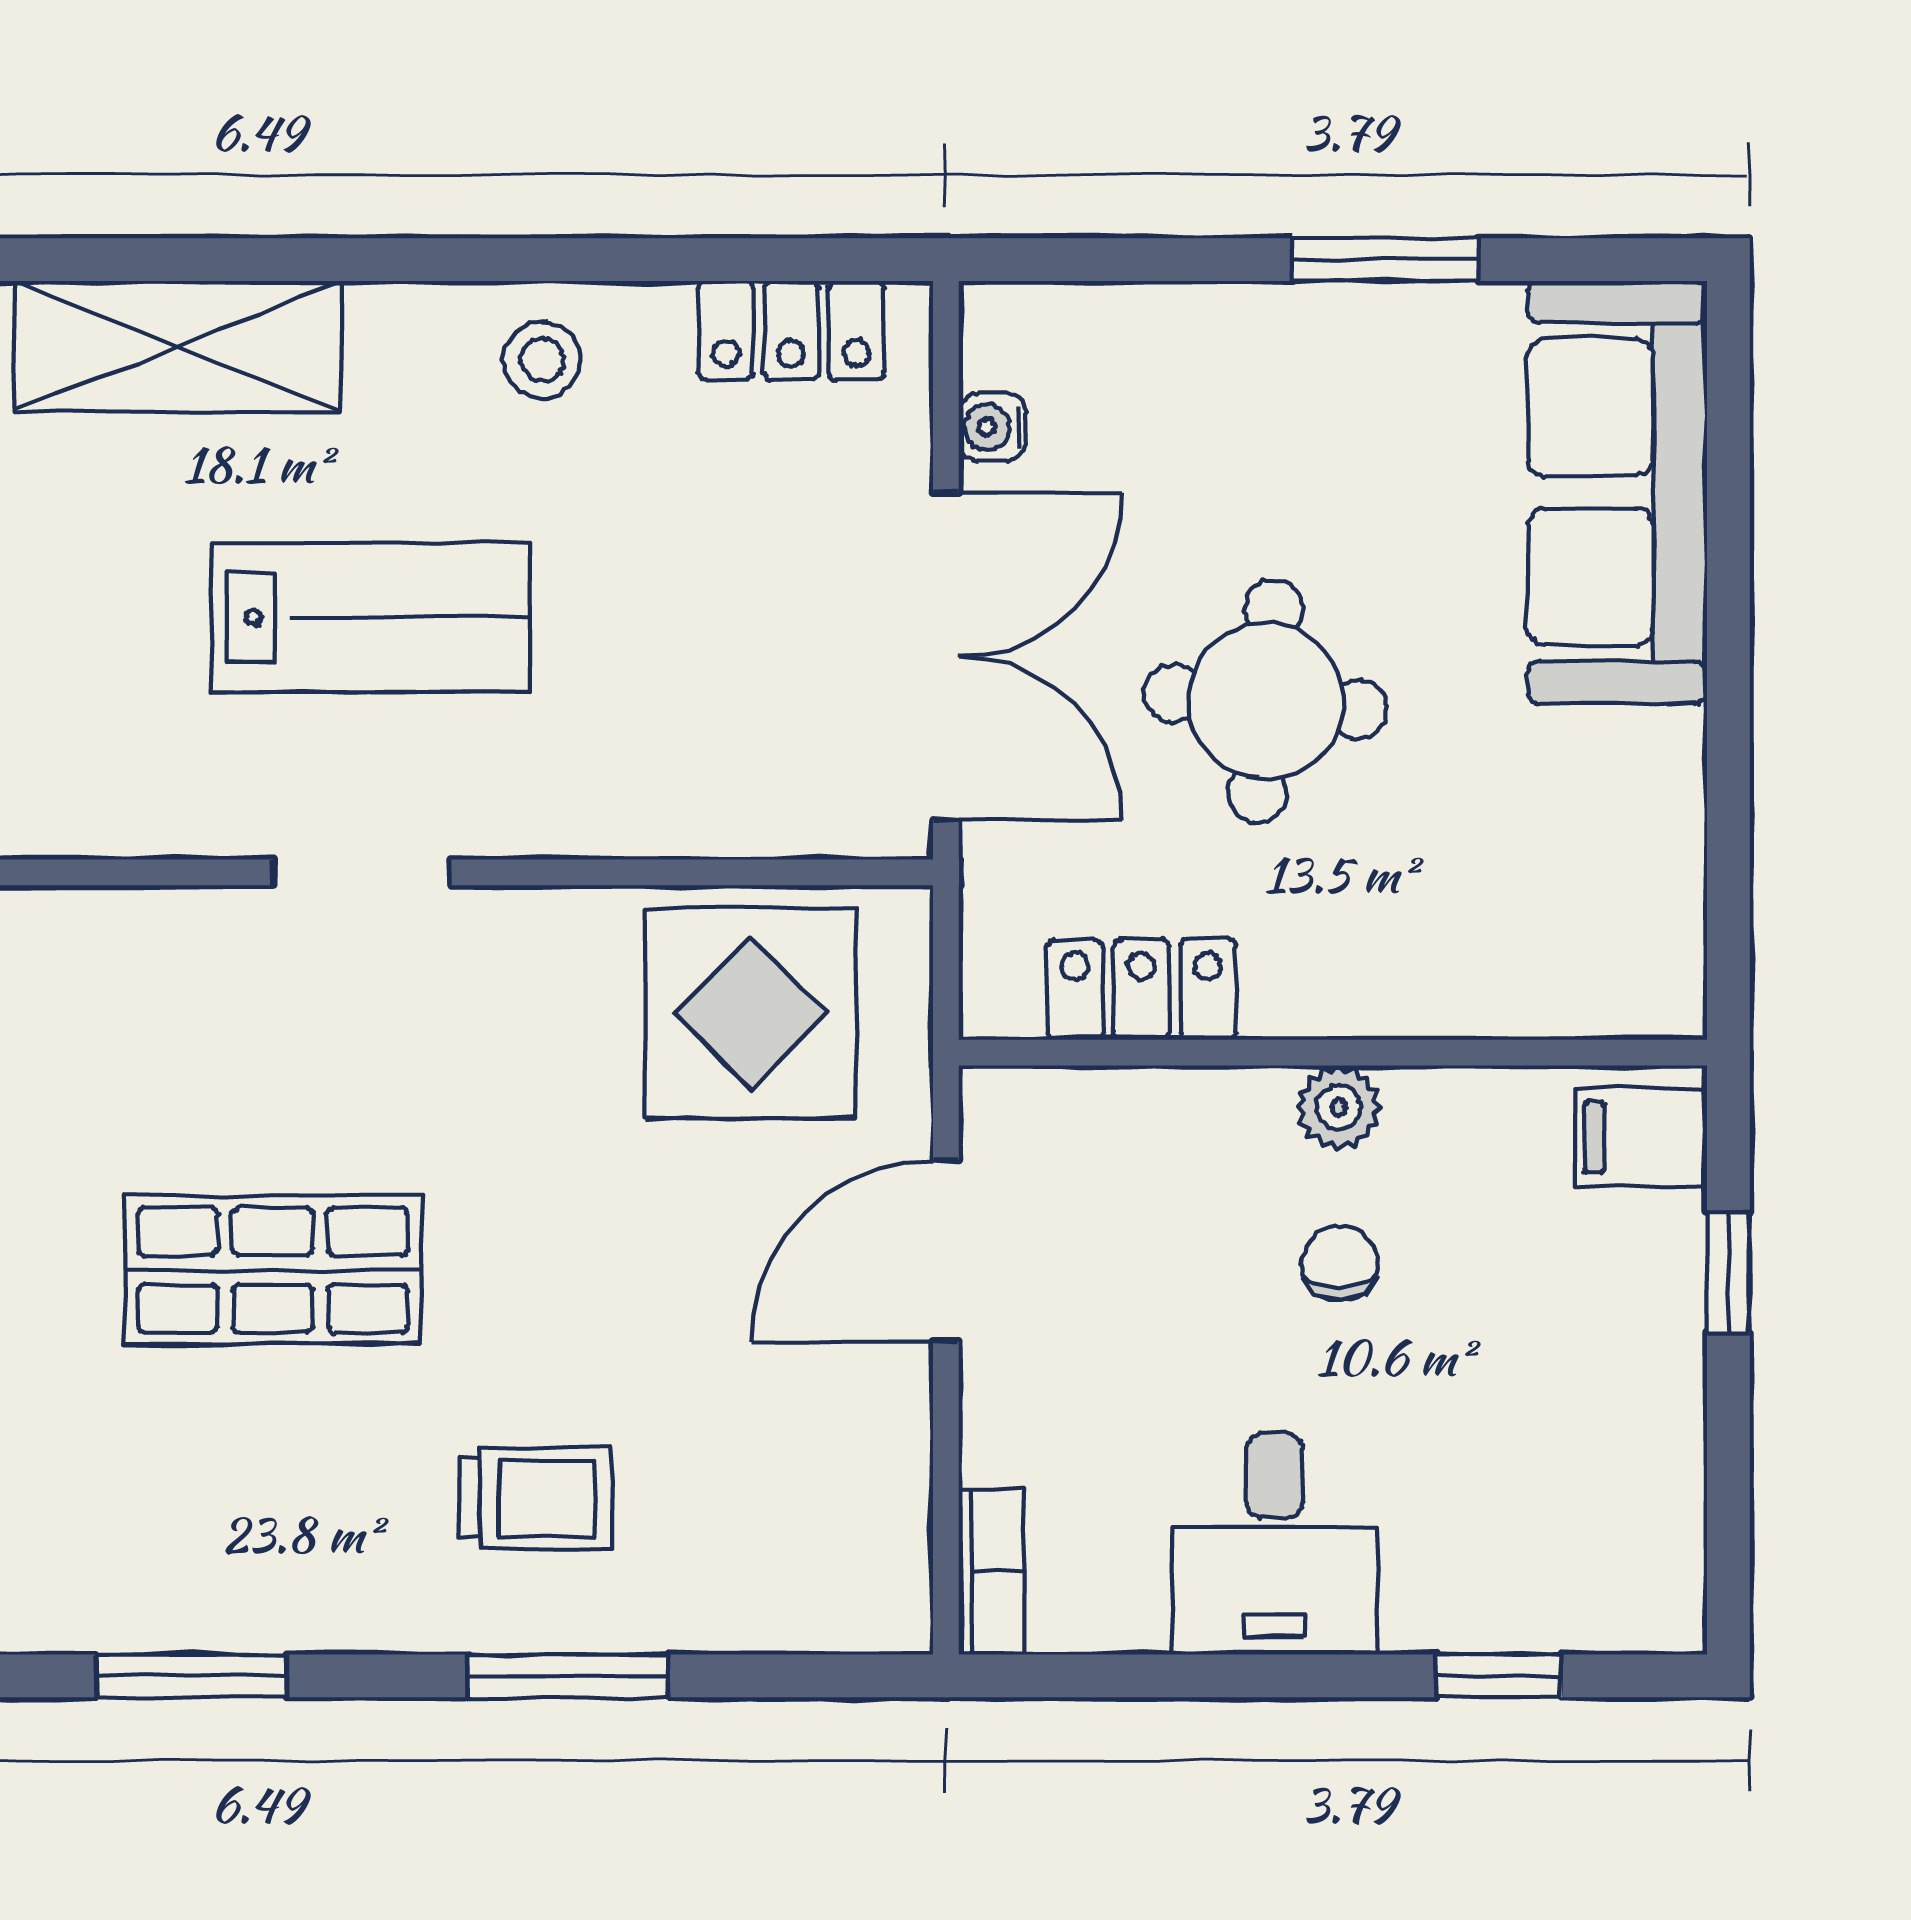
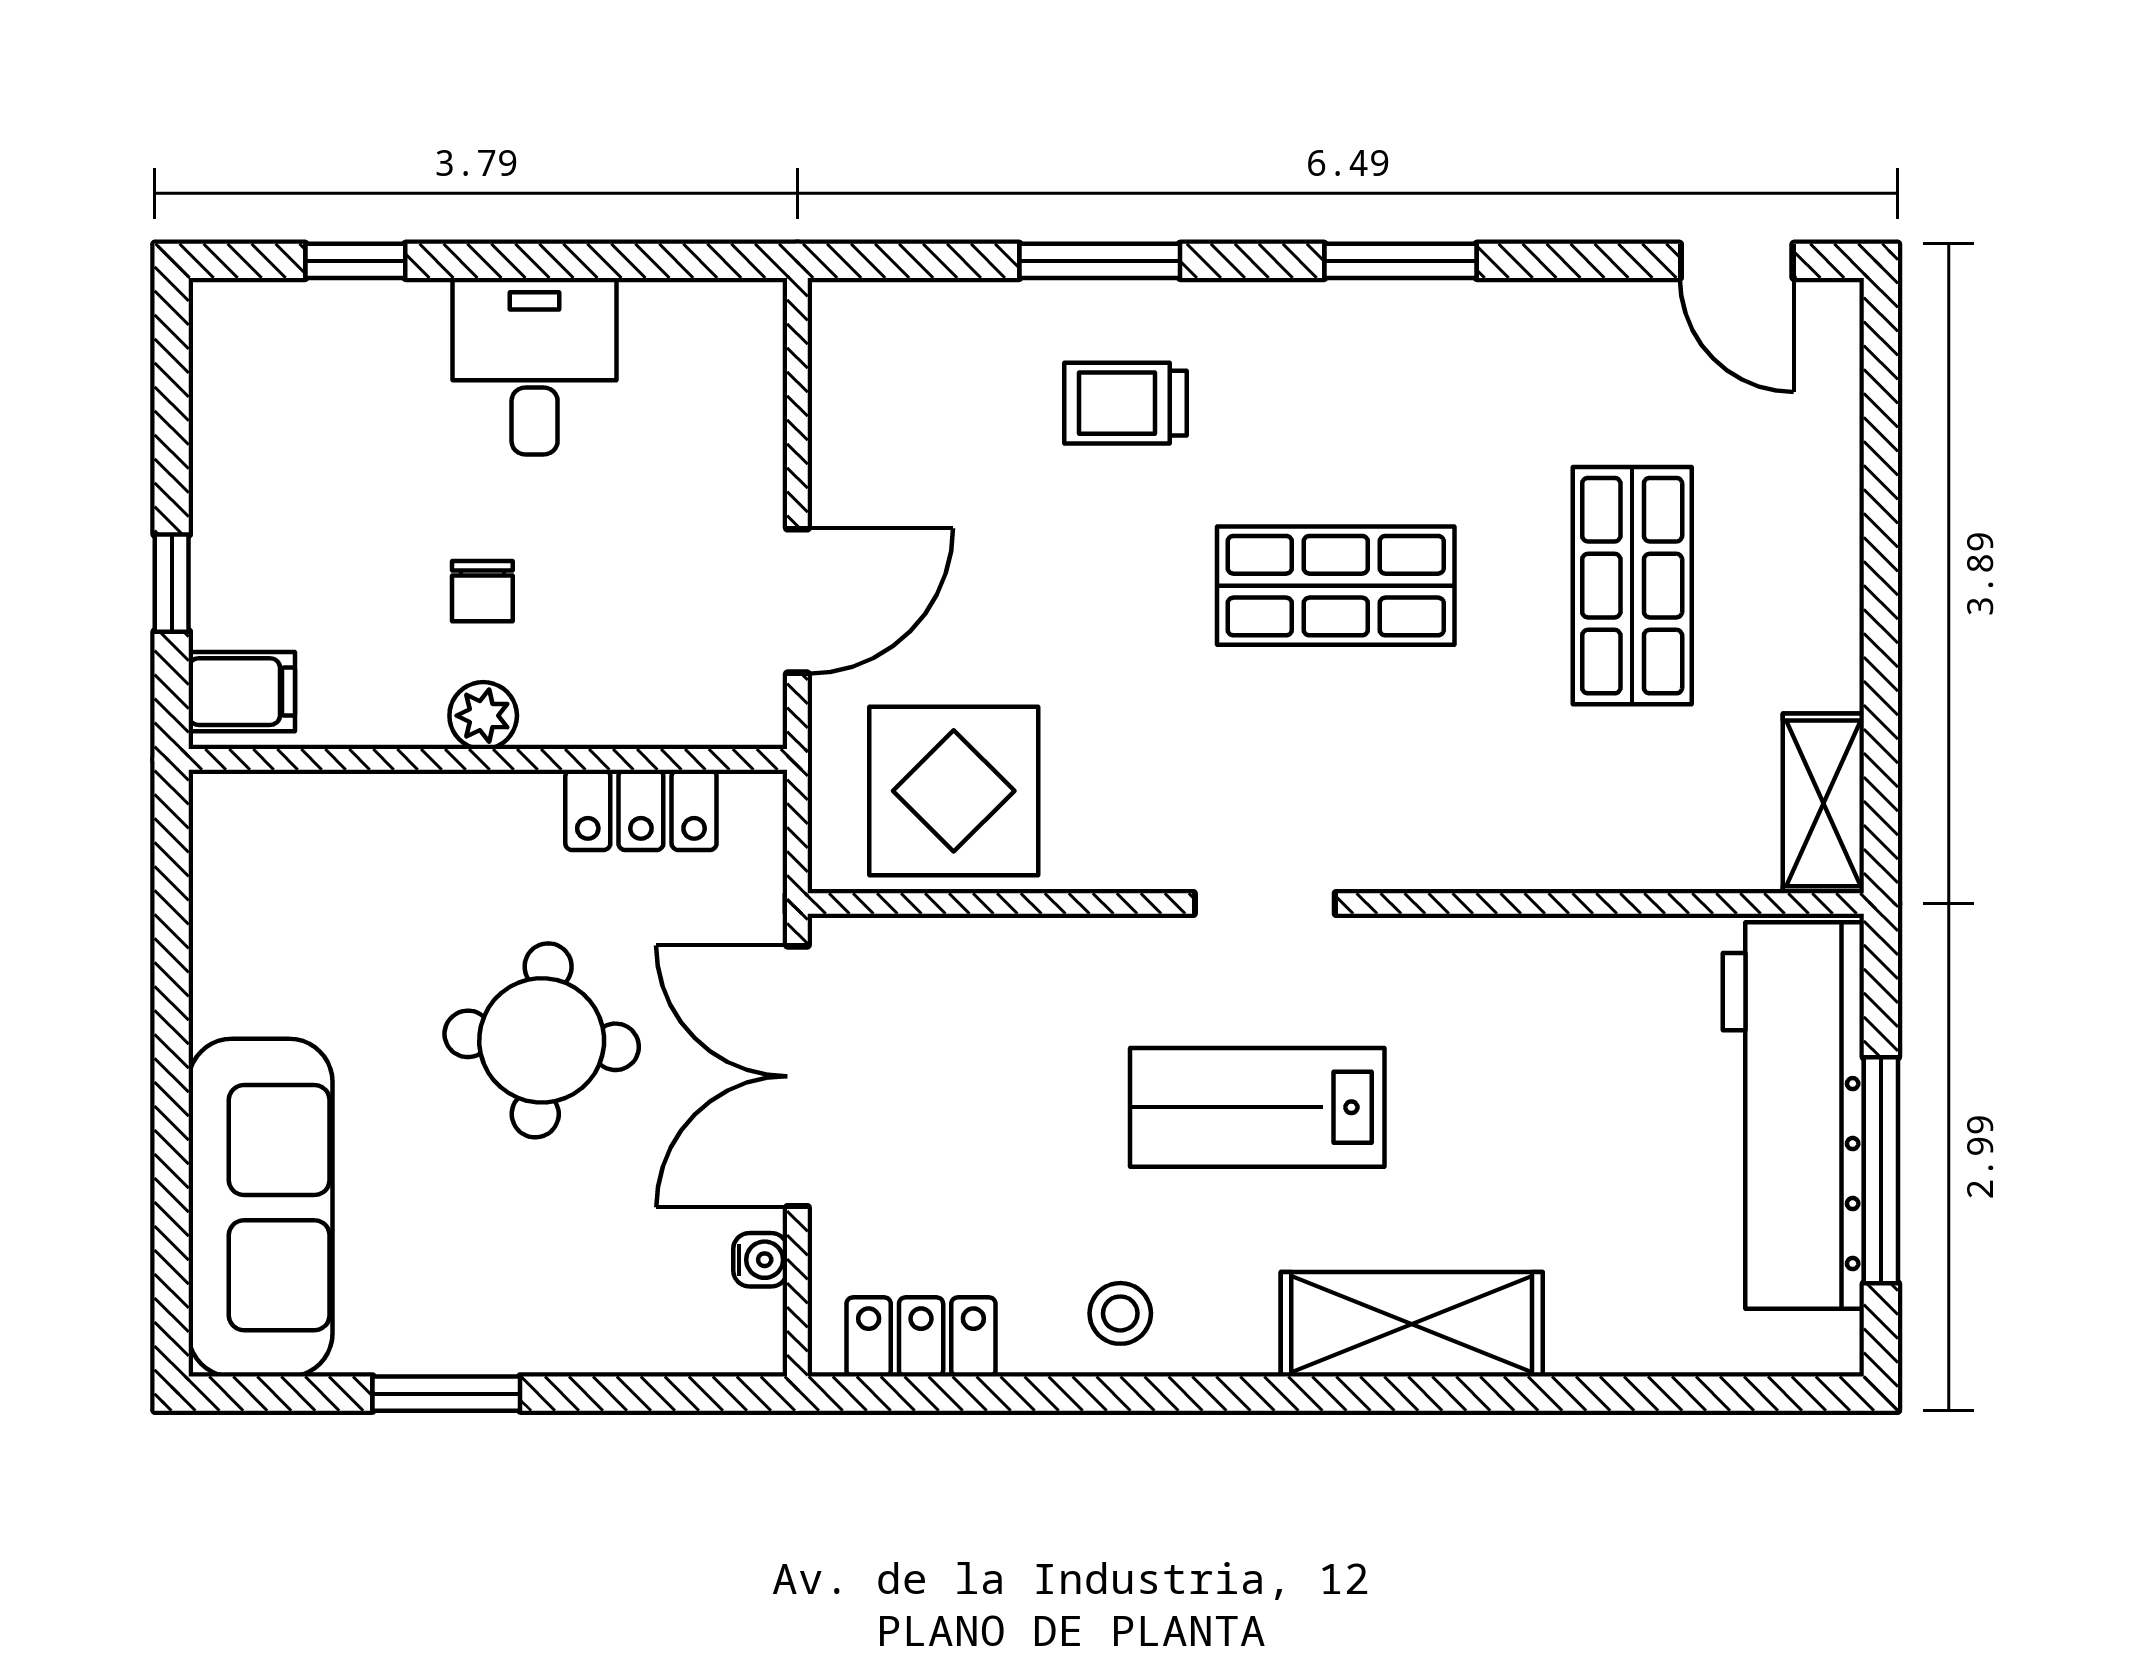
bookcase: (992, 1572) -> (761, 344), removed

